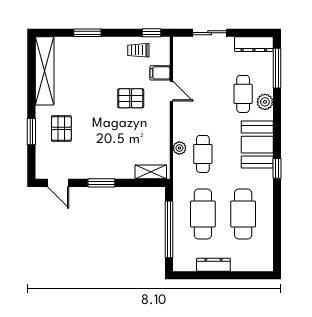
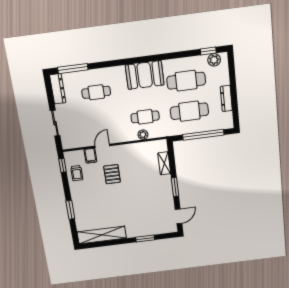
plant: (265, 102) -> (214, 60), moved
pallet: (61, 128) -> (140, 219), removed
booth: (257, 145) -> (145, 75), moved
window: (277, 168) -> (208, 51), moved
shelving: (151, 172) -> (164, 163), moved

